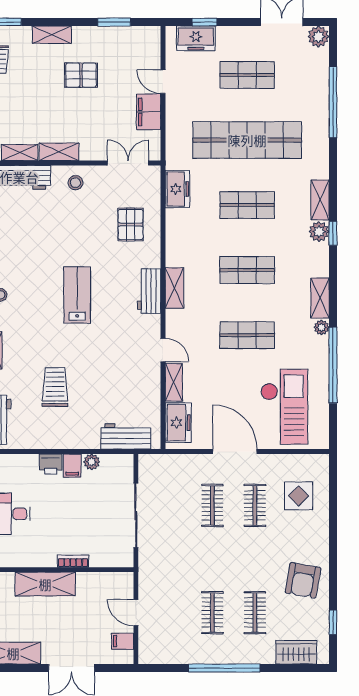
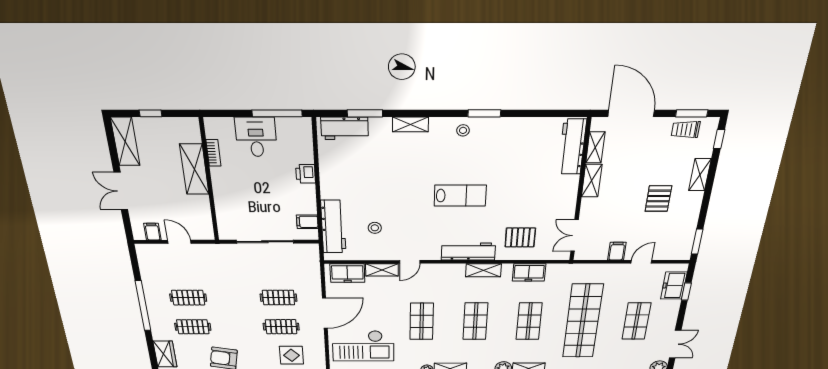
window: (114, 22) -> (697, 242), moved
filing cabinet: (149, 112) -> (617, 251), width x0.50
double door: (128, 163) -> (574, 236), swing flipped
stool: (76, 183) -> (375, 228), moved
freezer: (177, 189) -> (529, 272), moved
shelving: (174, 288) -> (483, 270), moved
workbench: (149, 291) -> (468, 252), width x1.38
trolley: (55, 387) -> (376, 177), removed
workbench: (126, 436) -> (333, 227), width x1.37
plant: (92, 462) -> (310, 207), removed
filing cabinet: (72, 466) -> (307, 222), moved
bookcase: (73, 561) -> (213, 153), moved
door: (136, 613) -> (179, 242), hinge flipped

